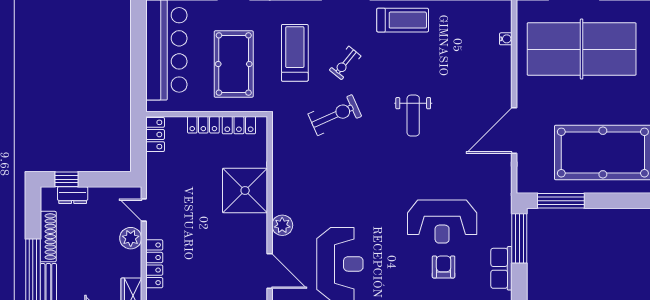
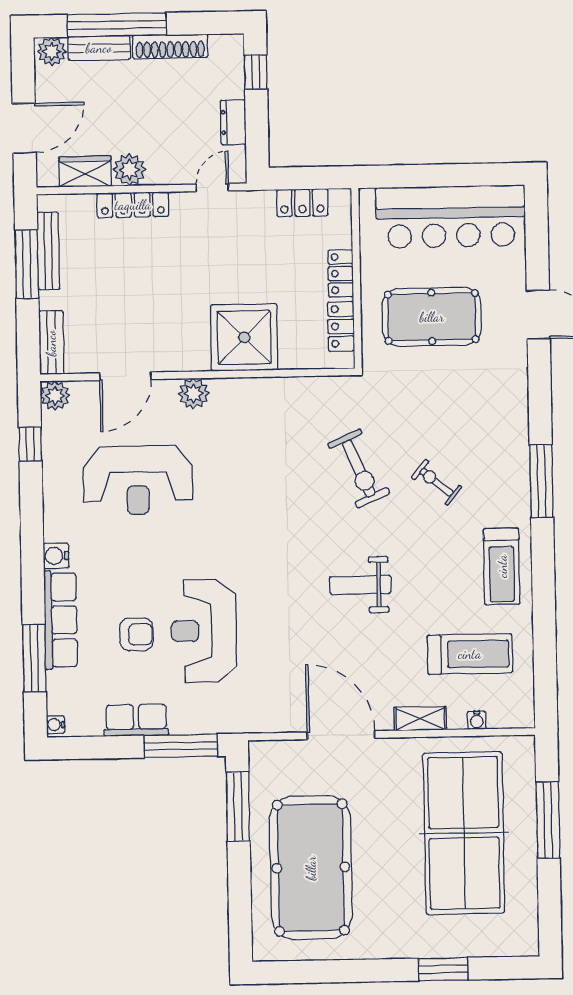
treadmill: (295, 53) -> (470, 654), moved
shelving: (504, 77) -> (420, 719), added
locker: (155, 134) -> (302, 203), moved
dresser: (73, 195) -> (233, 122), moved
plant: (131, 238) -> (129, 170), moved

